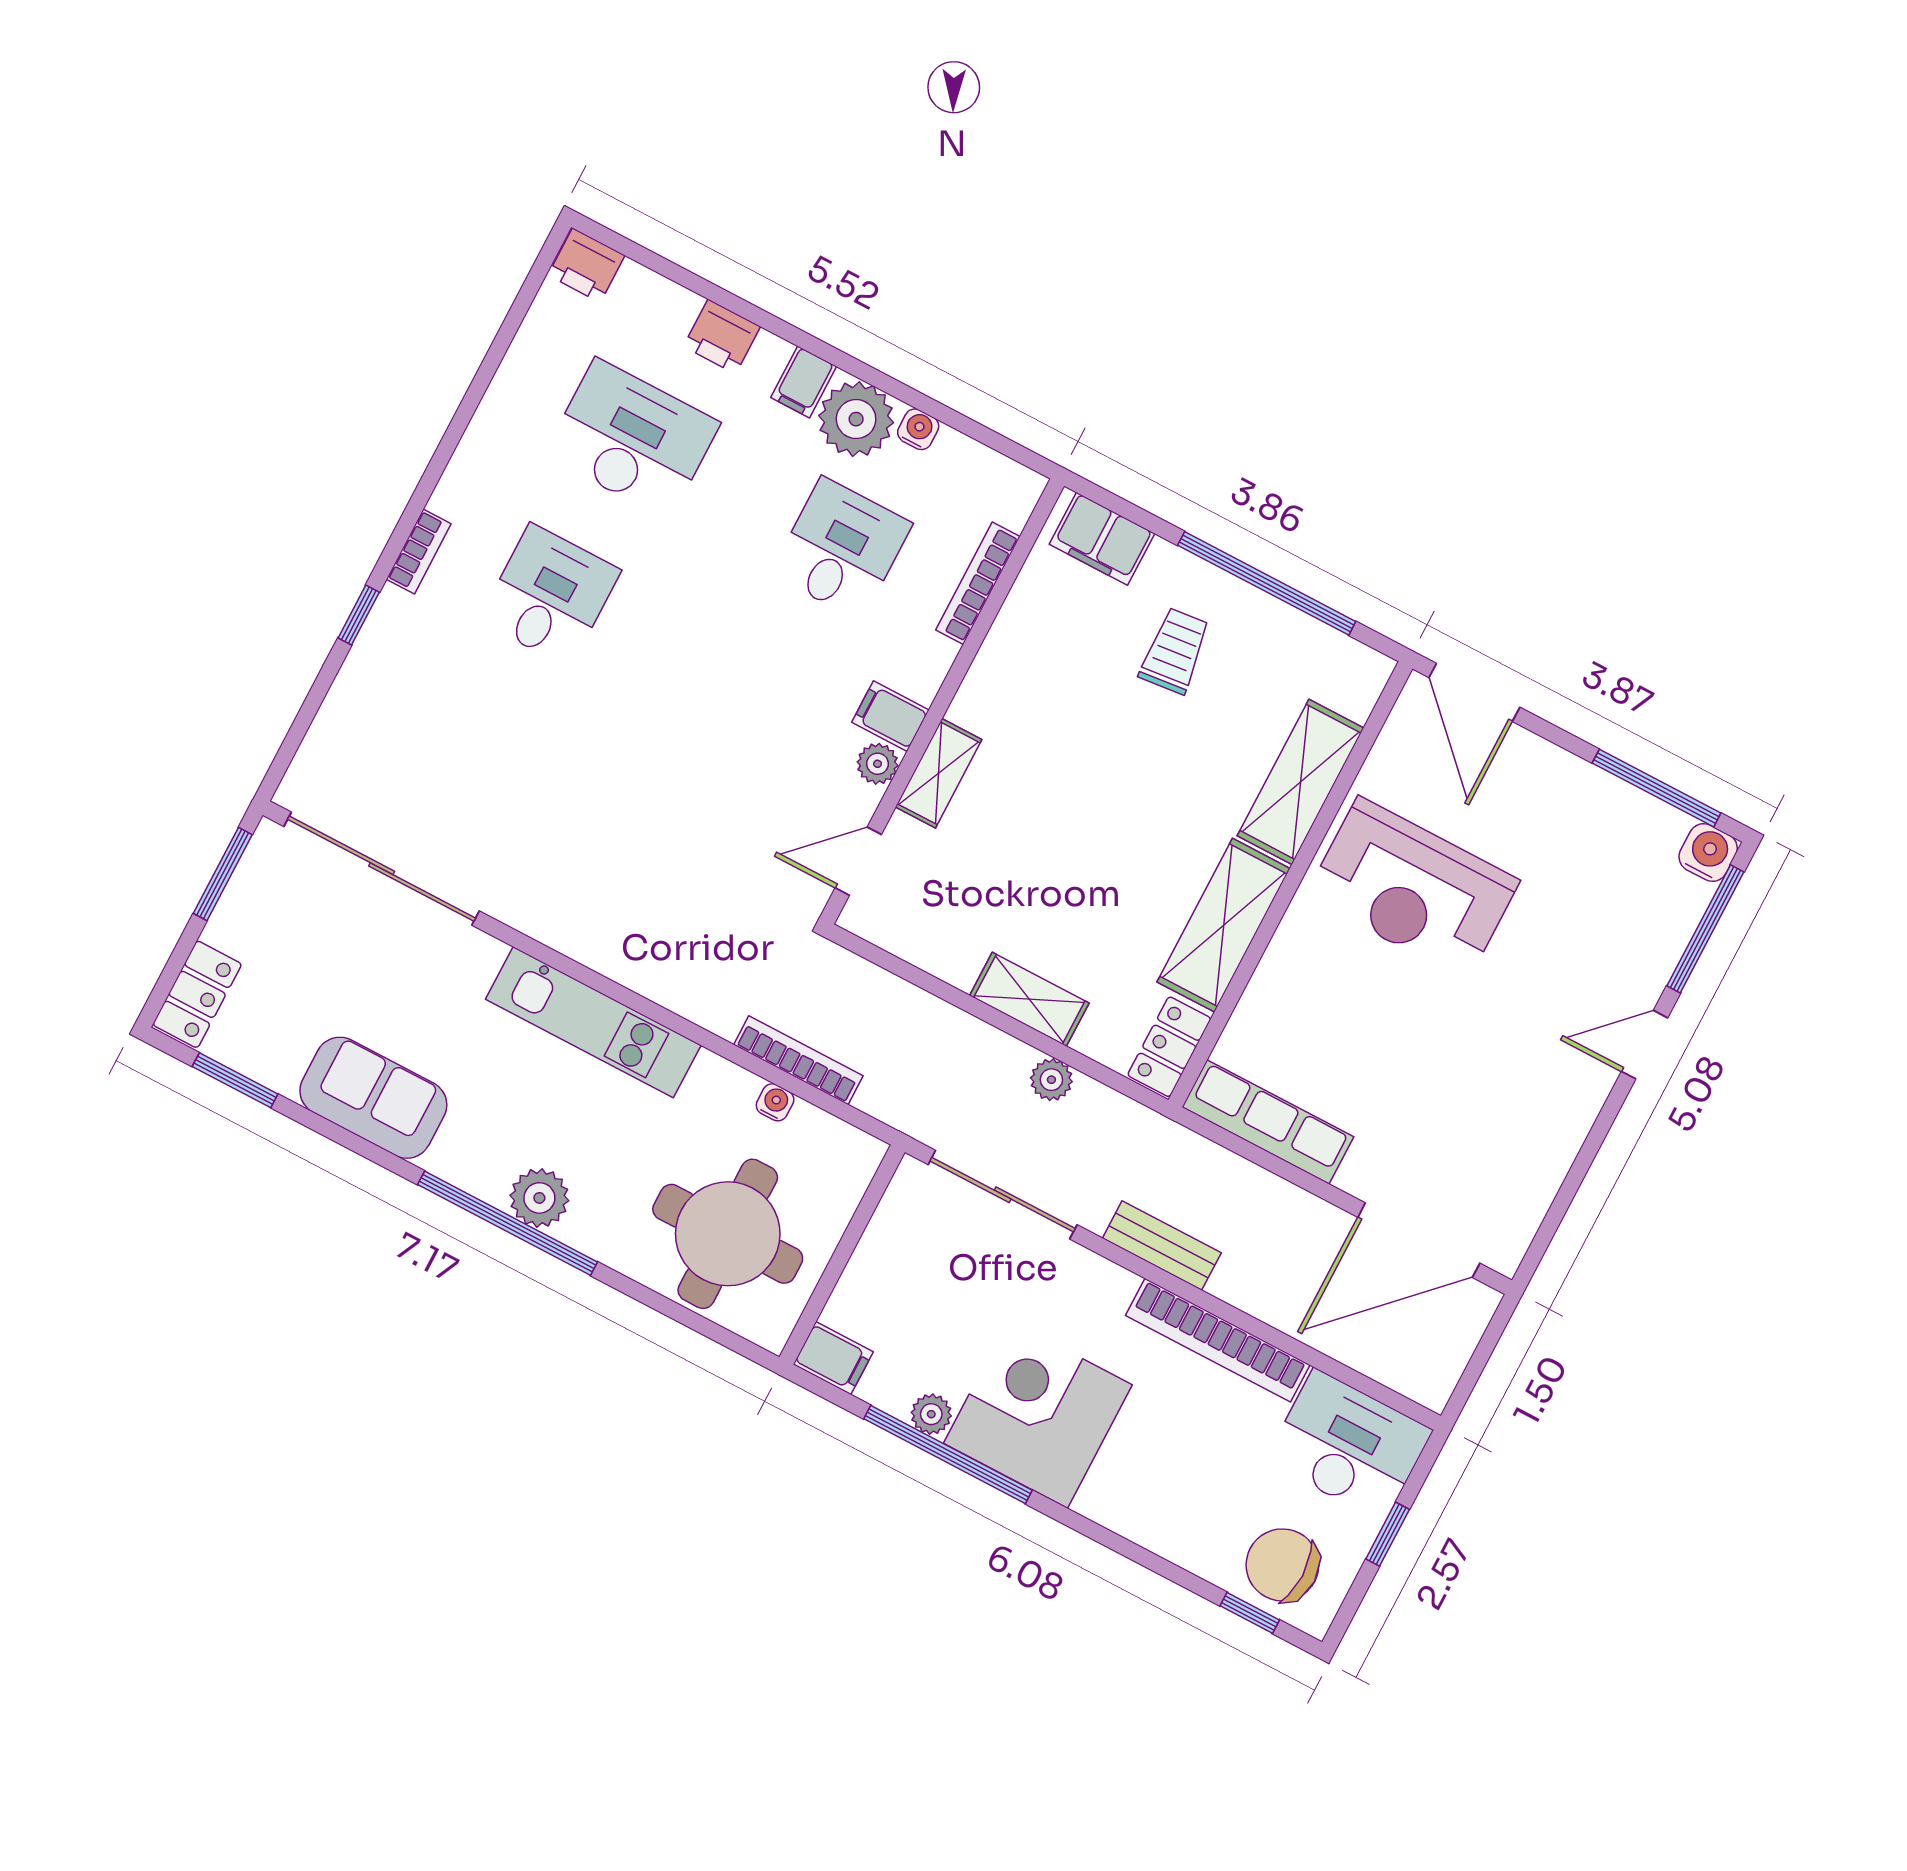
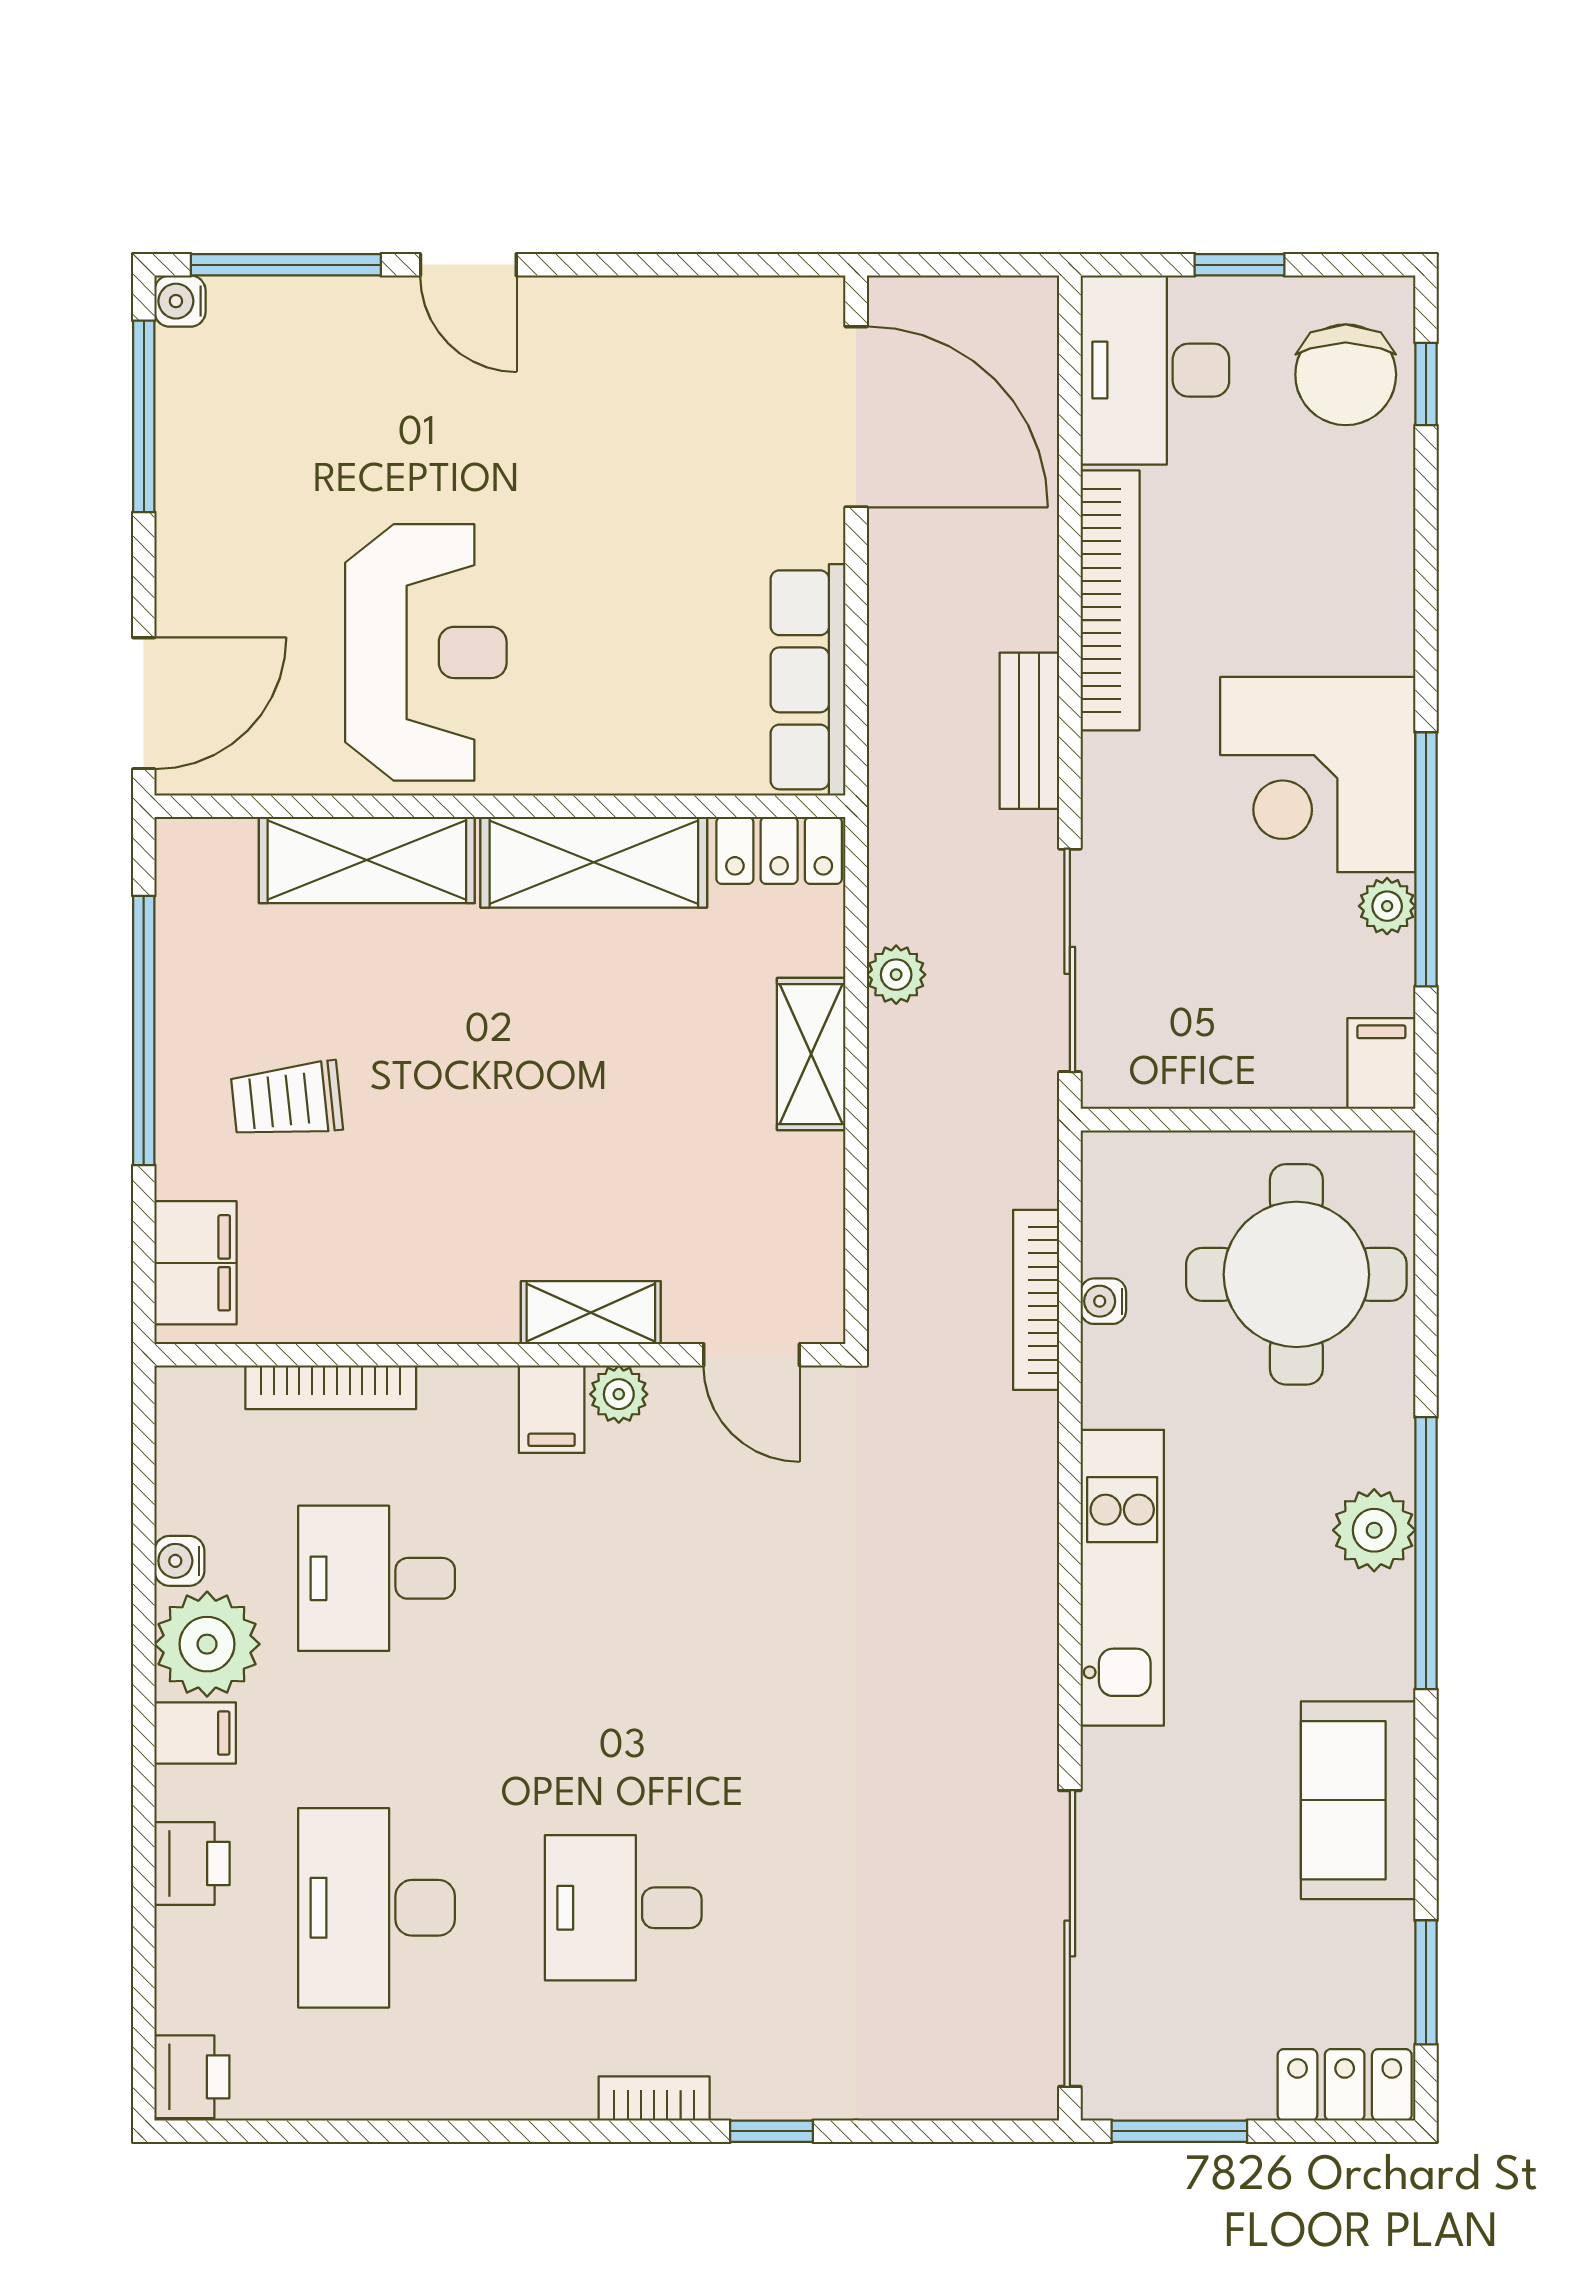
water cooler: (1708, 852) -> (180, 301), width x0.72, depth x0.72

